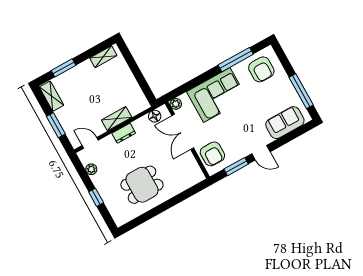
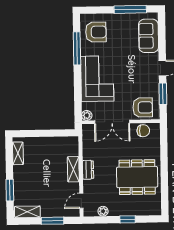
floor lamp: (155, 116) -> (88, 138), removed
chair: (190, 167) -> (143, 131), added
dining table: (142, 185) -> (137, 177), width x1.37

